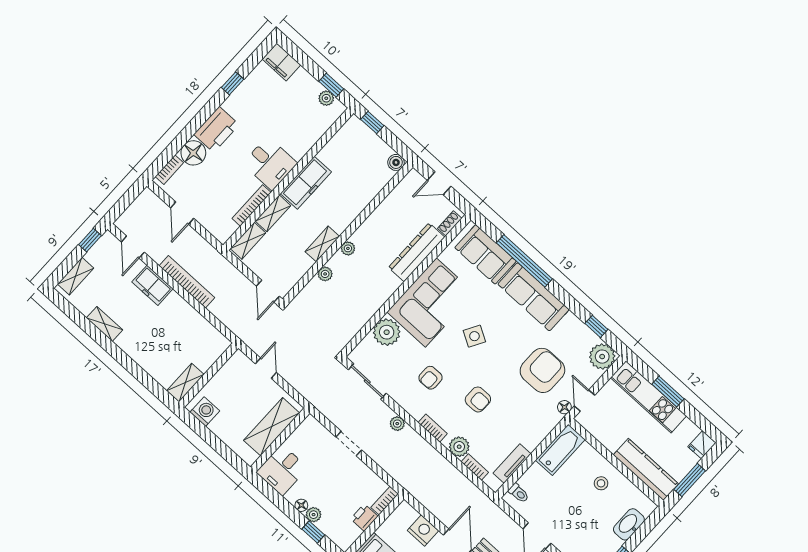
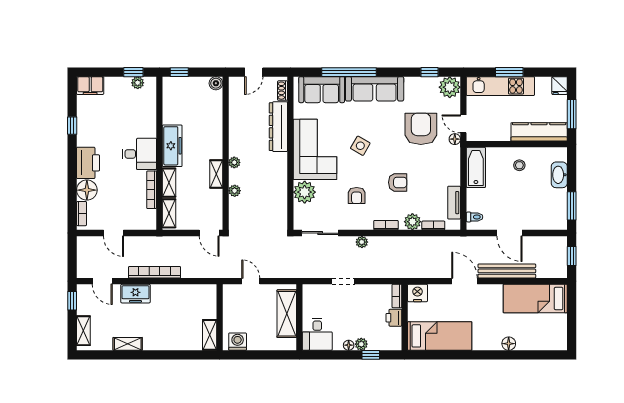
nightstand: (423, 530) -> (418, 293), moved

